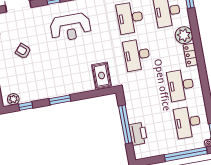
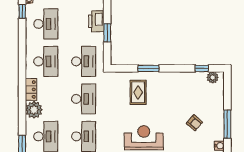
rug: (101, 75) -> (138, 92), moved
desk: (144, 92) -> (84, 61), added
window: (60, 100) -> (148, 68), moved
window: (125, 124) -> (107, 33), width x0.47

